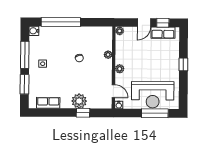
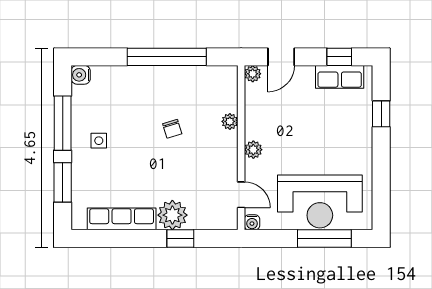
window: (61, 22) -> (167, 57), moved
door: (144, 23) -> (281, 57), moved
window: (183, 64) -> (381, 114), moved
row of seats: (48, 103) -> (122, 219), width x1.48

